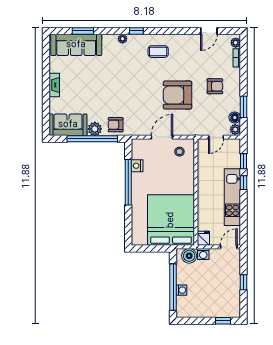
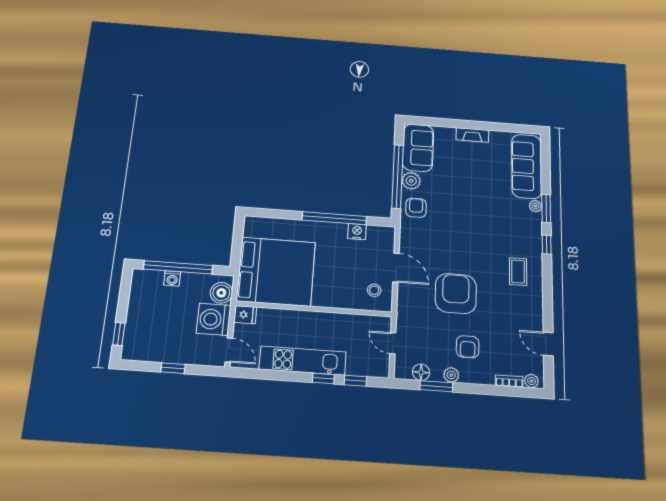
window: (83, 31) -> (546, 208), moved
plant: (123, 39) -> (535, 206), moved
plant: (235, 129) -> (451, 375), moved
washing machine: (203, 254) -> (214, 319), width x1.89, depth x1.89

